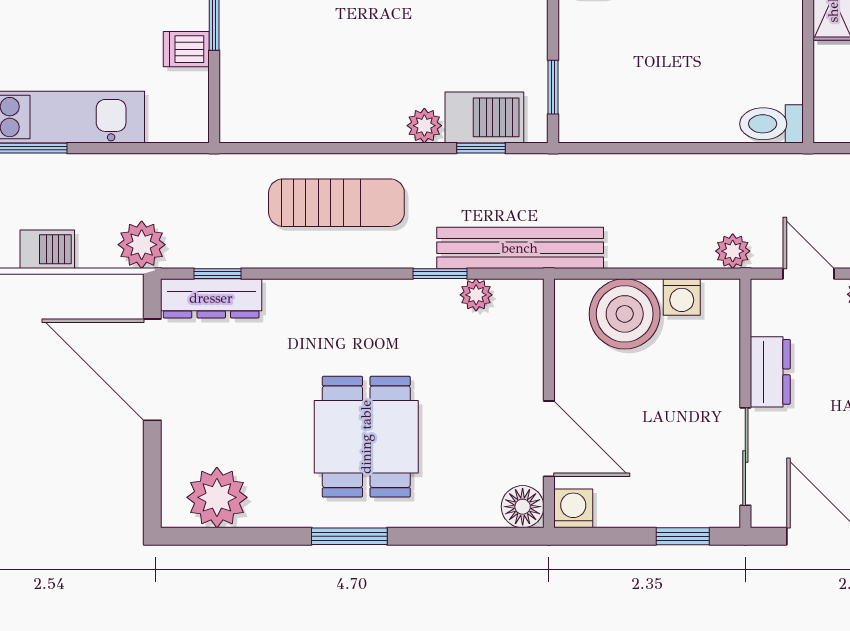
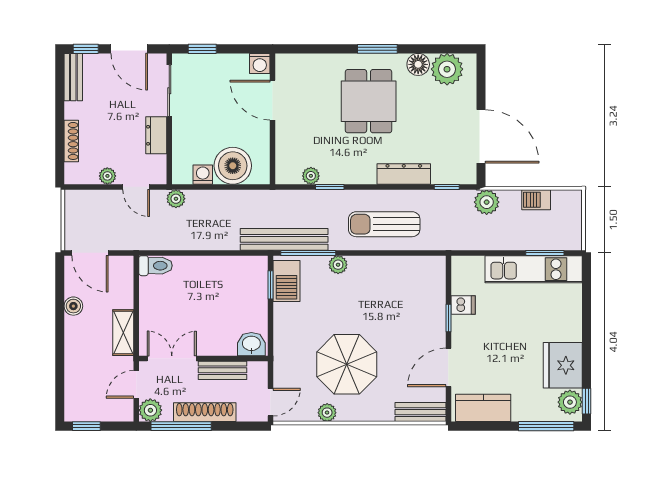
barbecue: (484, 117) -> (286, 281), moved, turned -90
window: (481, 148) -> (308, 253), width x2.17
bench: (520, 248) -> (284, 239), moved
dresser: (211, 298) -> (404, 174), moved
floor lamp: (523, 507) -> (418, 64), moved

